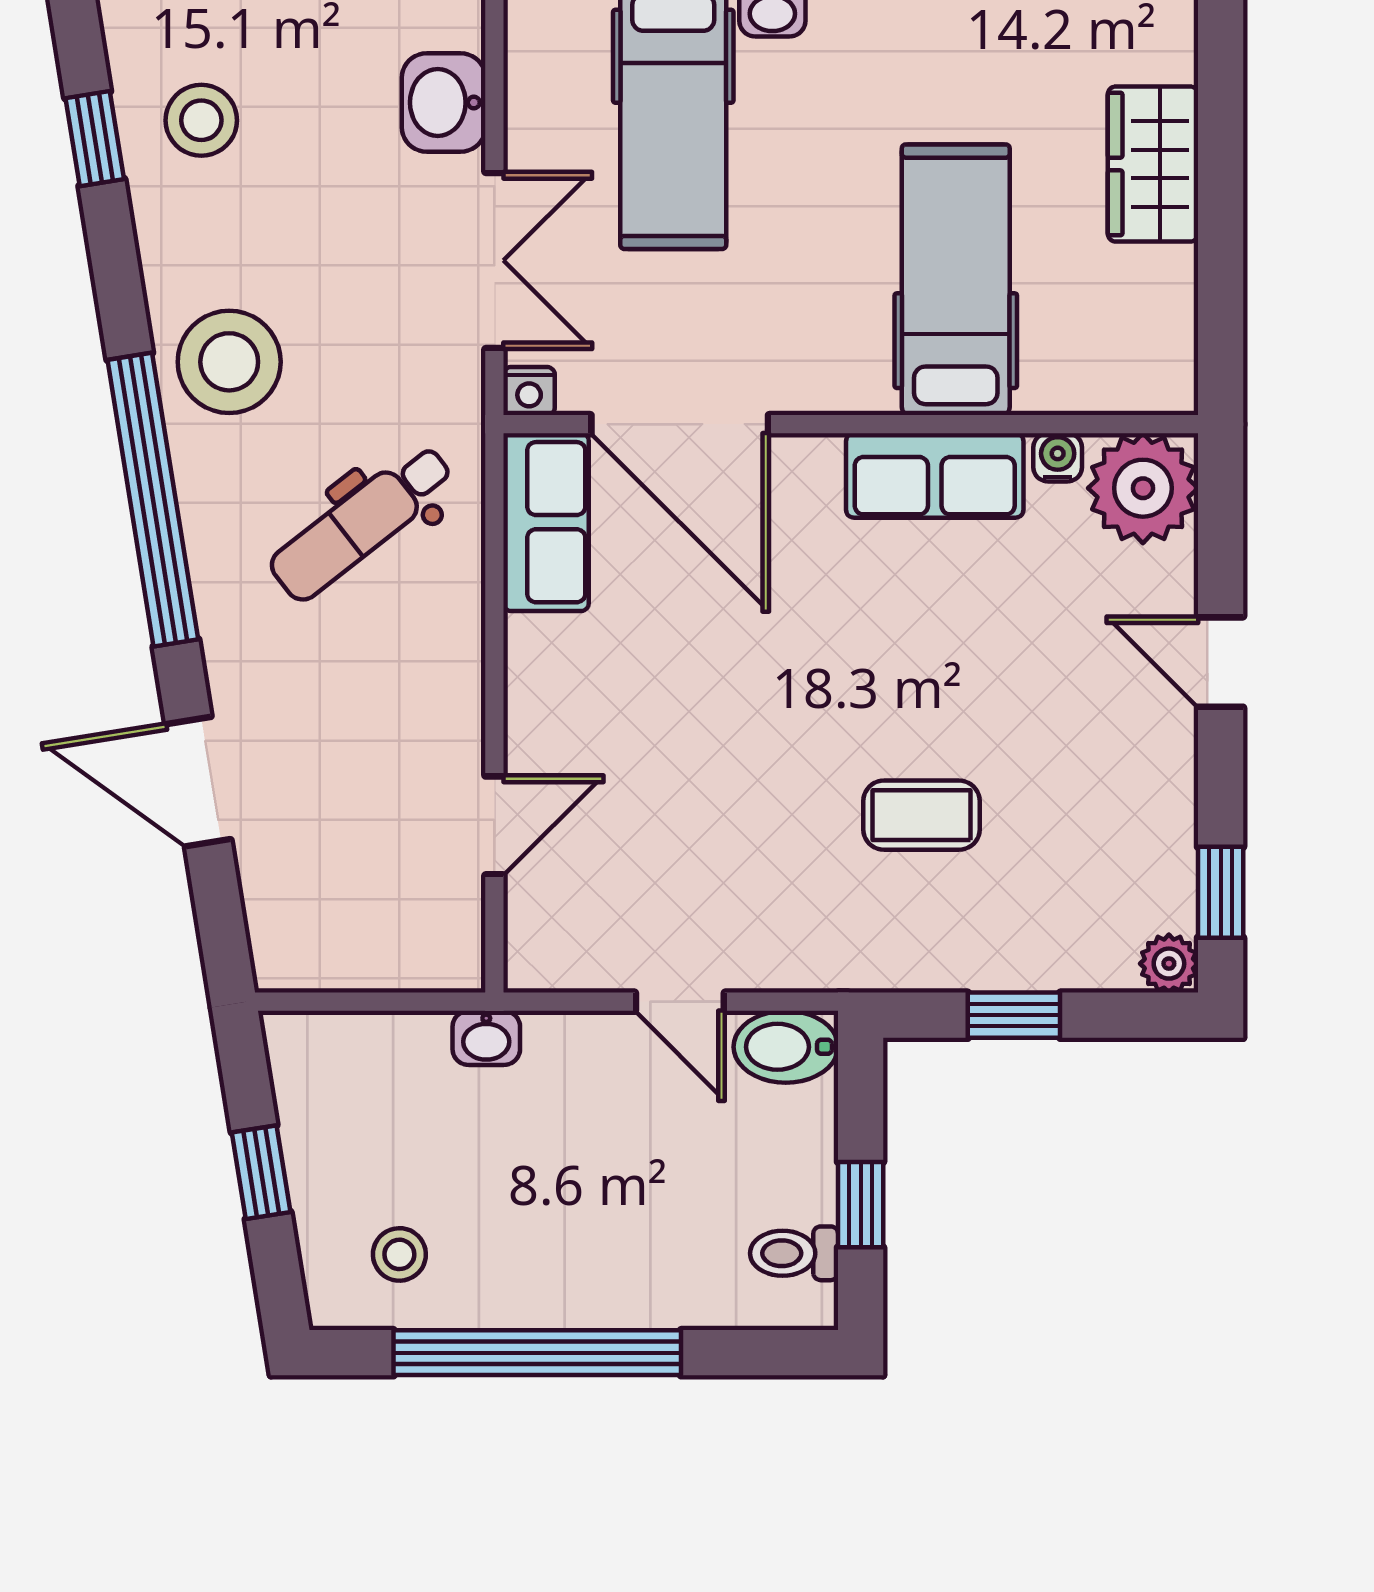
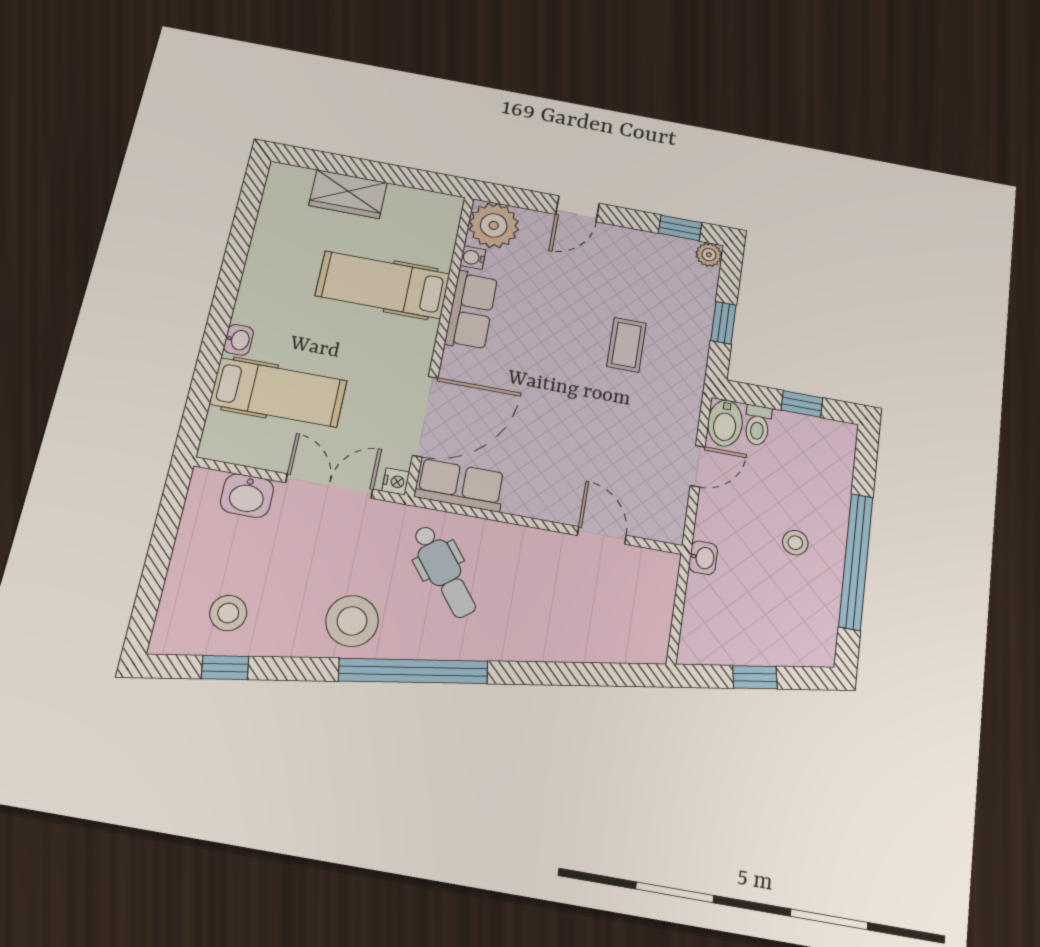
door: (198, 782) -> (558, 674), removed
toilet: (794, 1253) -> (758, 425), moved
stool: (399, 1254) -> (795, 543), moved

